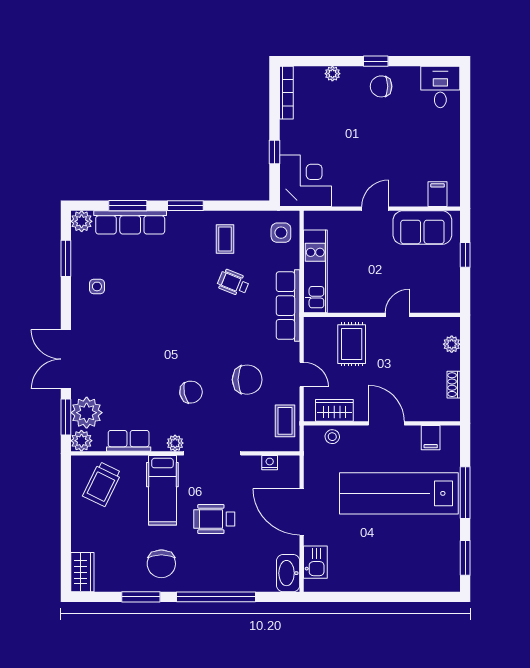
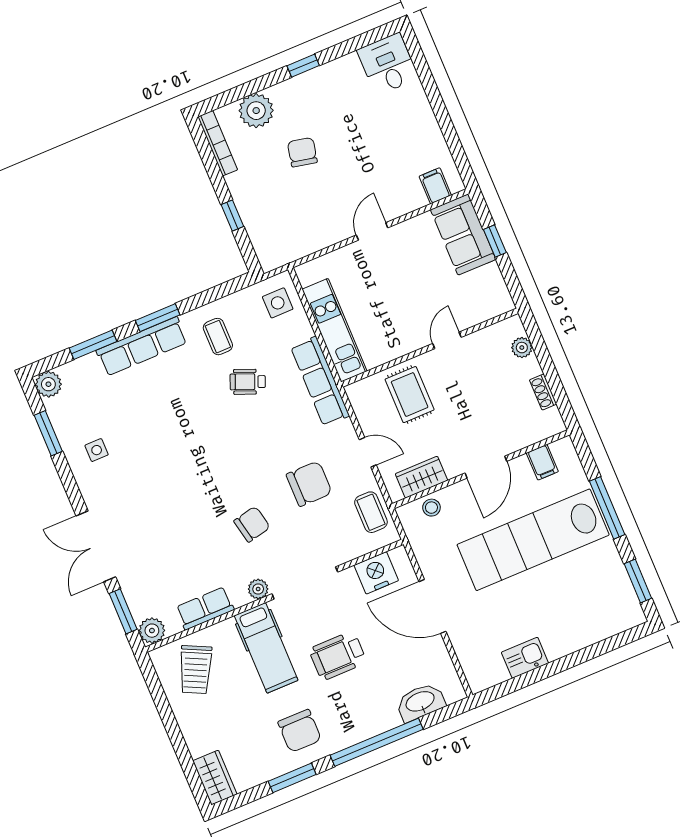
plant: (332, 74) -> (256, 111), width x1.87, depth x1.87
chair: (381, 86) -> (302, 152), moved, turned 102
corner desk: (305, 181) -> (281, 233), removed
row of seats: (130, 222) -> (142, 346), moved
sofa: (422, 228) -> (463, 235), moved, turned 90
plant: (87, 413) -> (144, 597), removed
door: (386, 423) -> (486, 467), swing flipped
nightstand: (270, 463) -> (376, 573), width x1.89, depth x1.79
kitchen sink: (315, 562) -> (525, 658), moved, turned -90
washbasin: (288, 573) -> (420, 702), moved, turned 90

